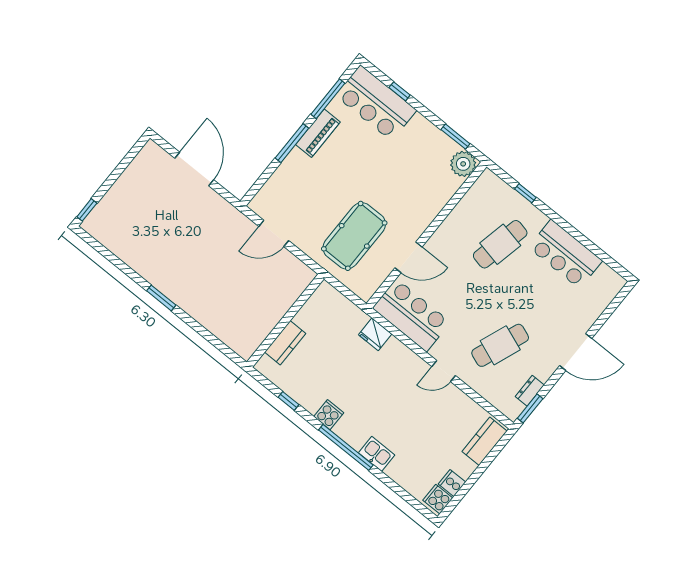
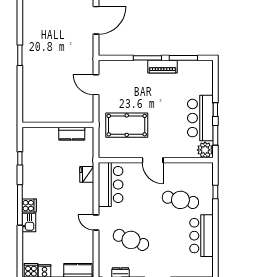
window: (400, 91) -> (215, 110), moved
bar counter: (376, 103) -> (200, 118), moved
door: (408, 257) -> (153, 160), moved
kitchen counter: (285, 343) -> (72, 134), moved
cooker: (329, 415) -> (29, 206), moved

